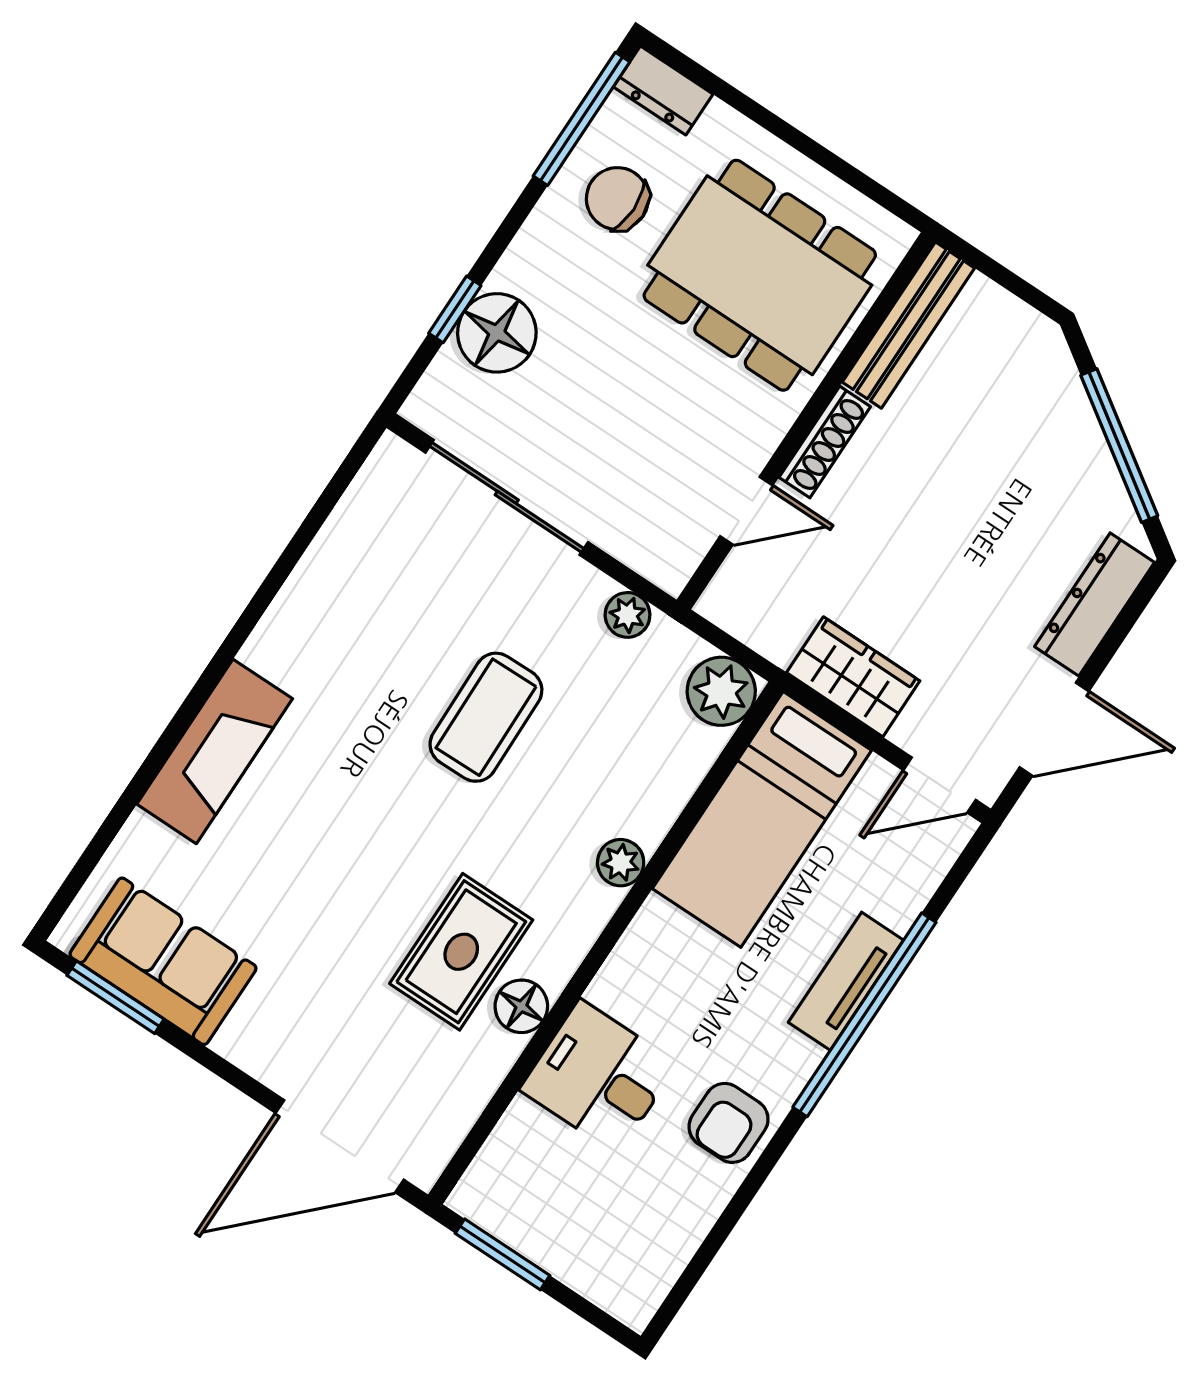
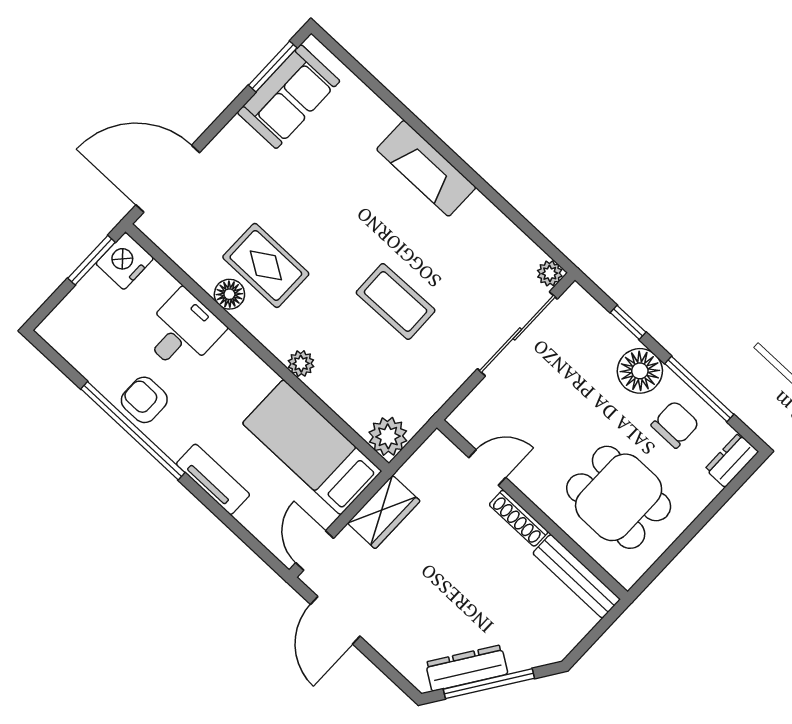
window: (581, 119) -> (699, 389), moved
dining table: (760, 275) -> (619, 497), width x0.73
floor lamp: (497, 333) -> (640, 371), moved
door: (746, 511) -> (487, 468), swing flipped
dresser: (1094, 605) -> (467, 668), moved, turned -56
plant: (628, 615) -> (550, 273), moved
fireplace: (215, 751) -> (426, 168), moved
window: (864, 1015) -> (133, 431), moved
door: (340, 1146) -> (168, 179), hinge flipped
nightstand: (494, 1197) -> (125, 261), added

